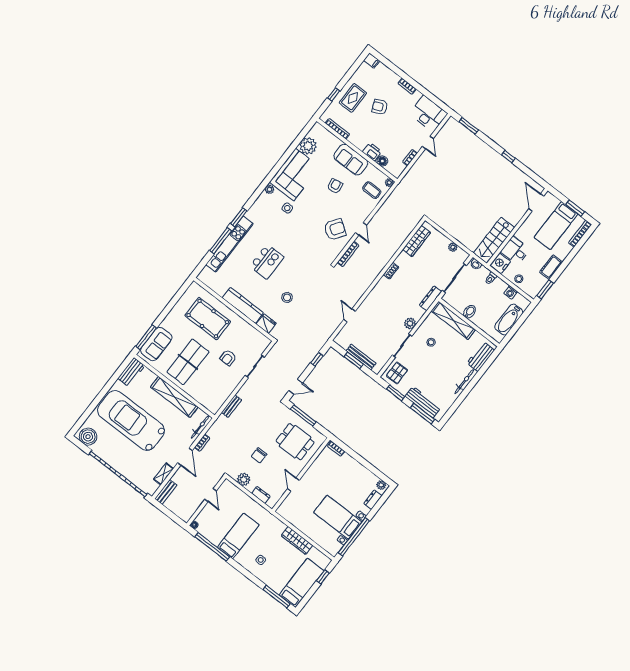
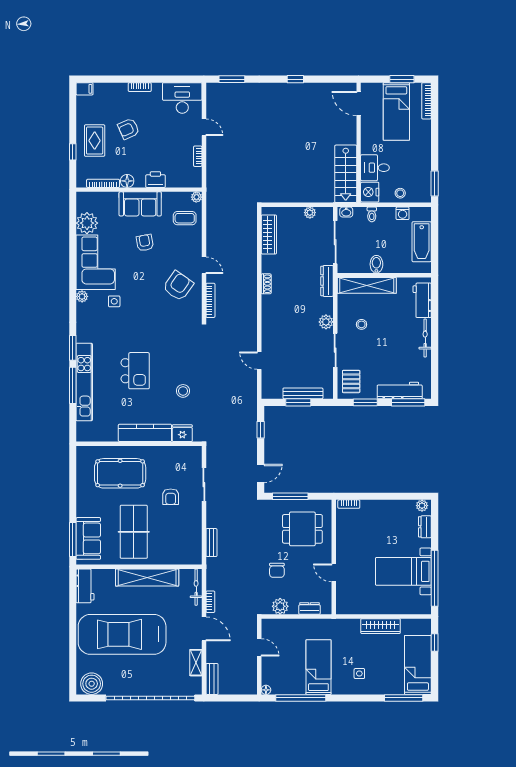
floor lamp: (382, 161) -> (127, 181), moved
cot: (551, 267) -> (423, 157), removed

